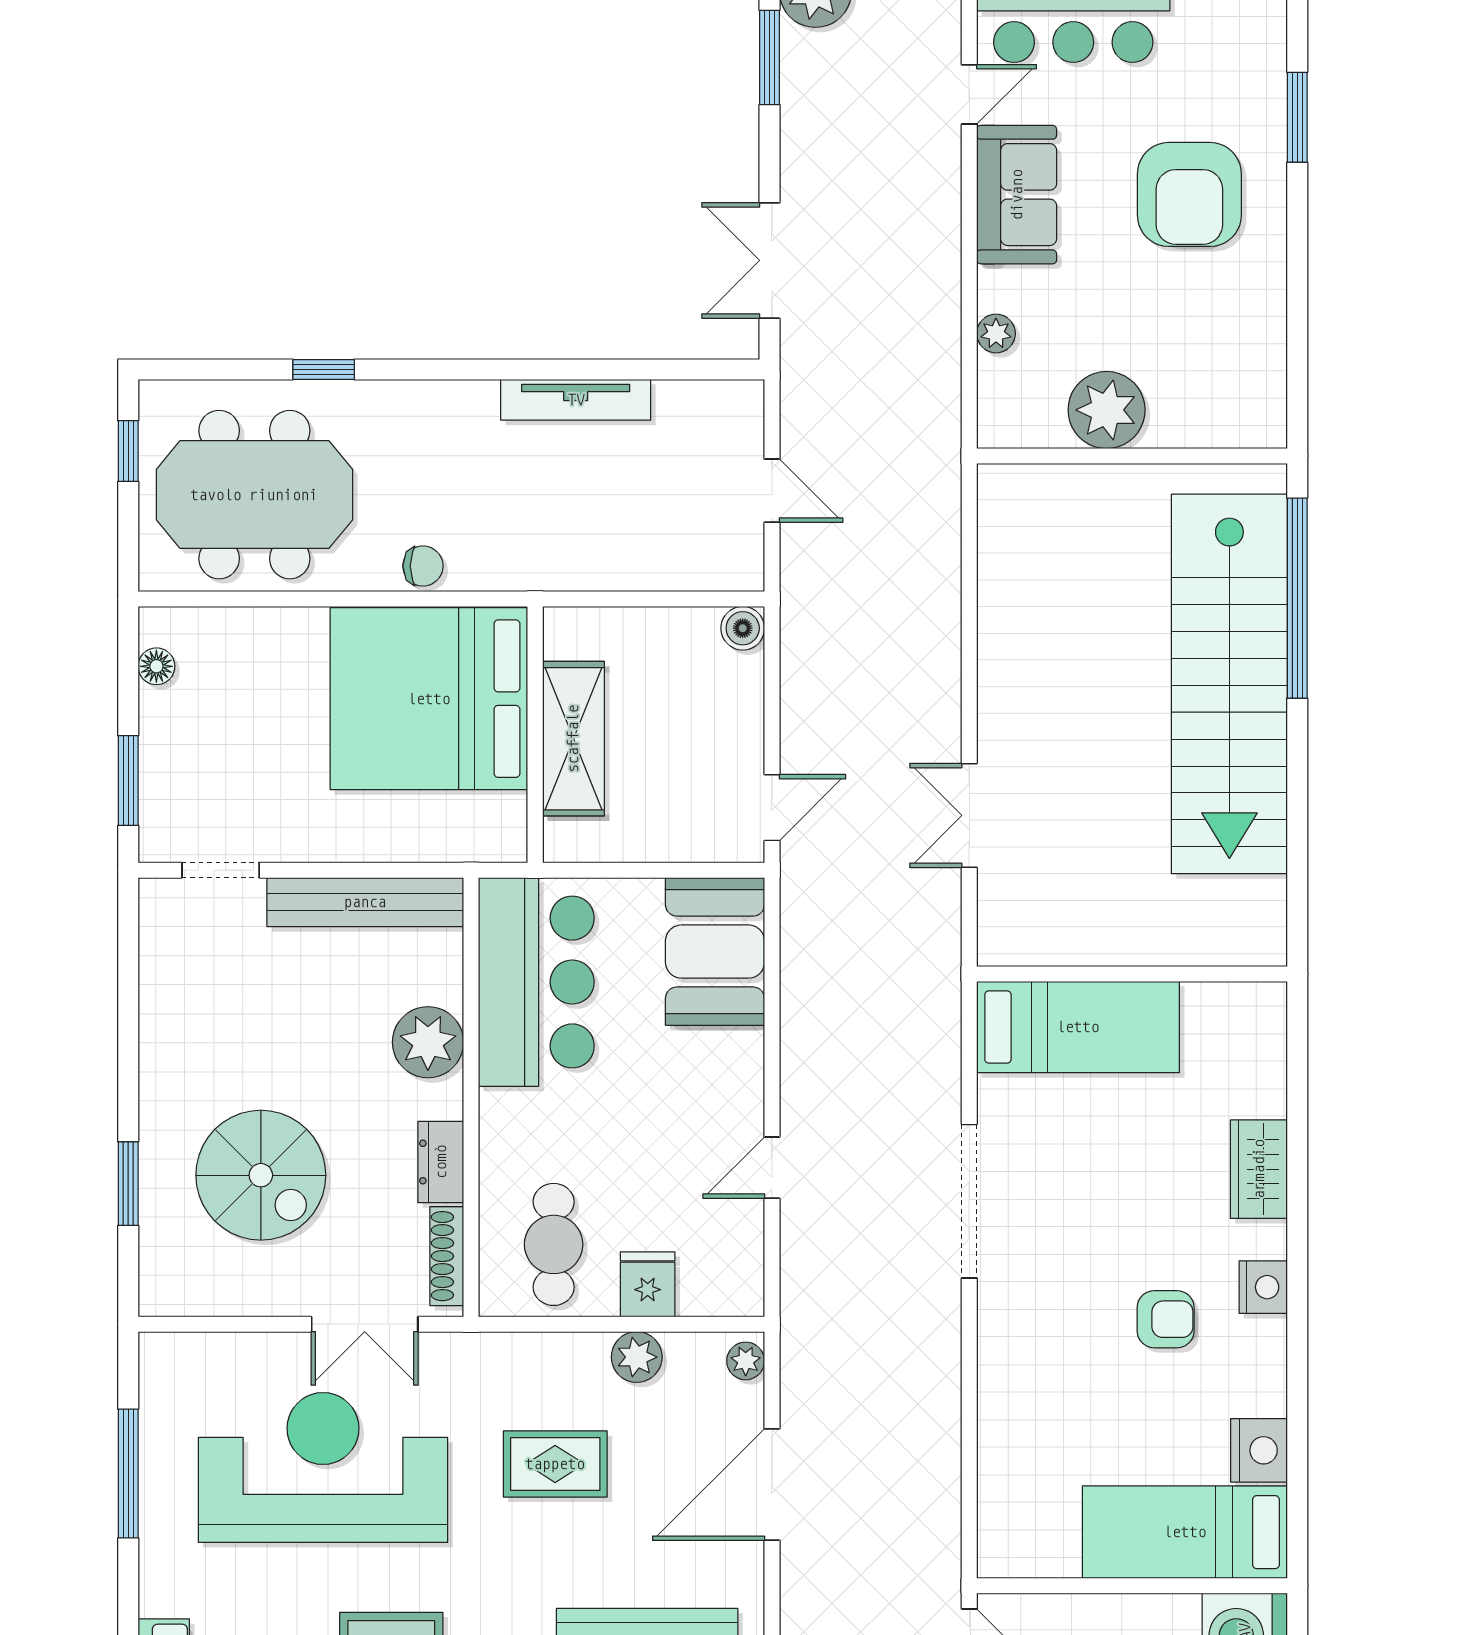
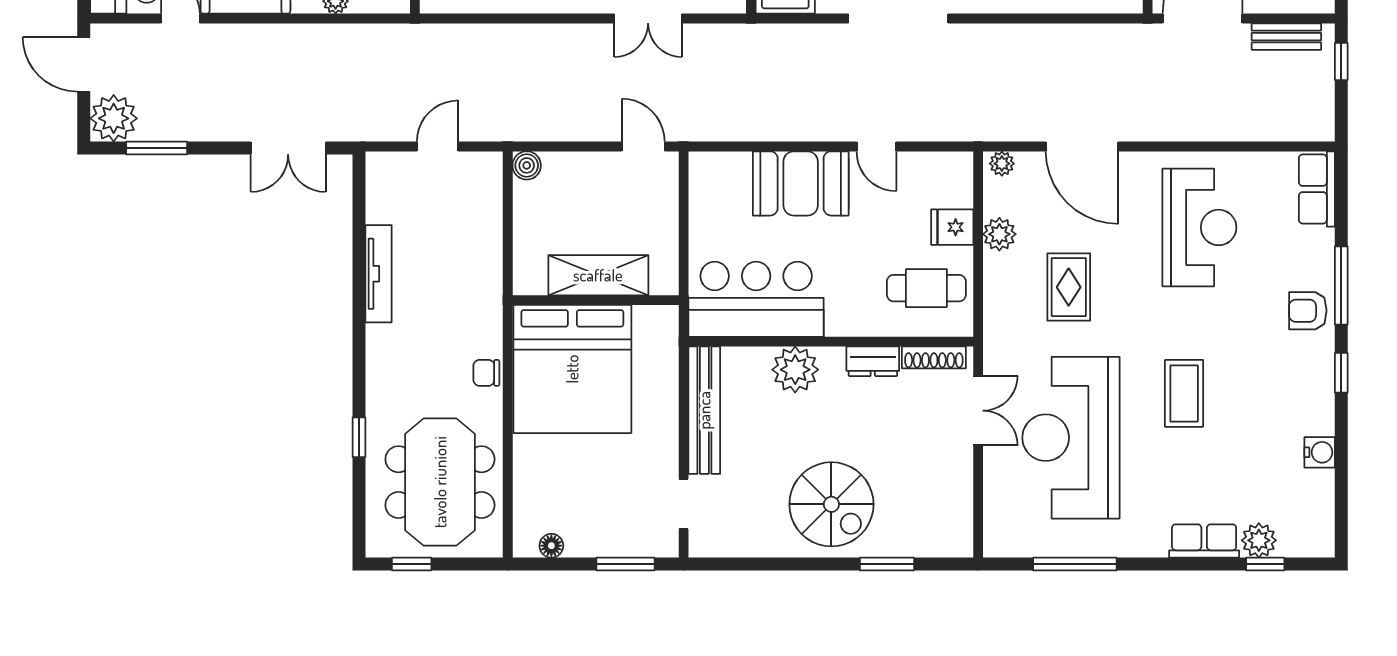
chair: (423, 566) -> (486, 373), turned -90
booth: (715, 952) -> (801, 183), moved
spiral stairs: (261, 1175) -> (831, 504), moved, turned 90

